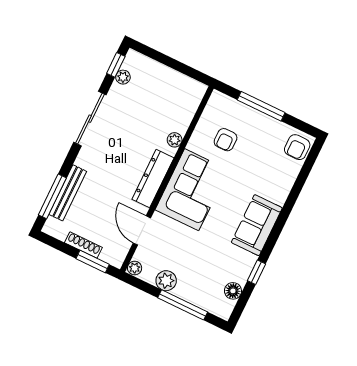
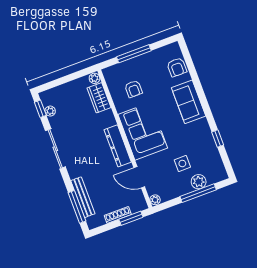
wardrobe: (183, 113) -> (99, 98), added
plant: (175, 140) -> (95, 78), moved
armchair: (297, 147) -> (177, 67), moved
sofa: (257, 225) -> (189, 102), moved
side table: (197, 261) -> (182, 163), added
plant: (166, 281) -> (199, 182), moved
floor lamp: (233, 291) -> (216, 160), removed

